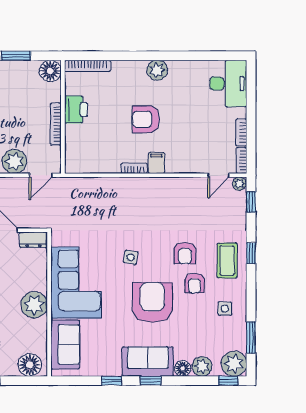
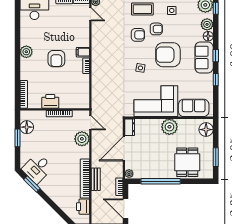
floor lamp: (50, 71) -> (27, 127), moved

